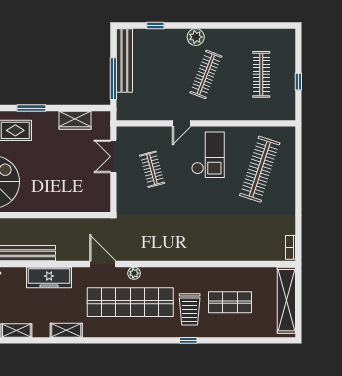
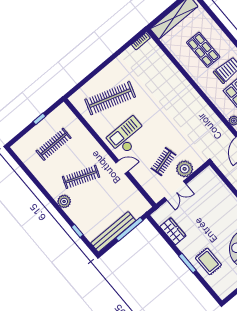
plant: (127, 184) -> (185, 169), added

